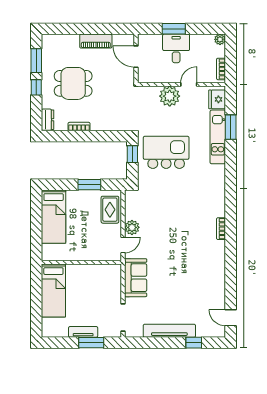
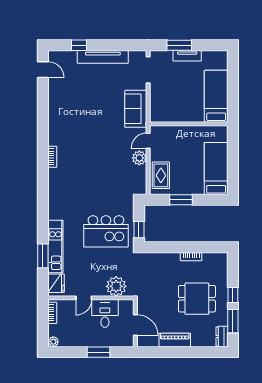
desk: (176, 48) -> (105, 313), moved, turned 180
plant: (170, 96) -> (116, 286), moved
dresser: (48, 120) -> (222, 337), moved

